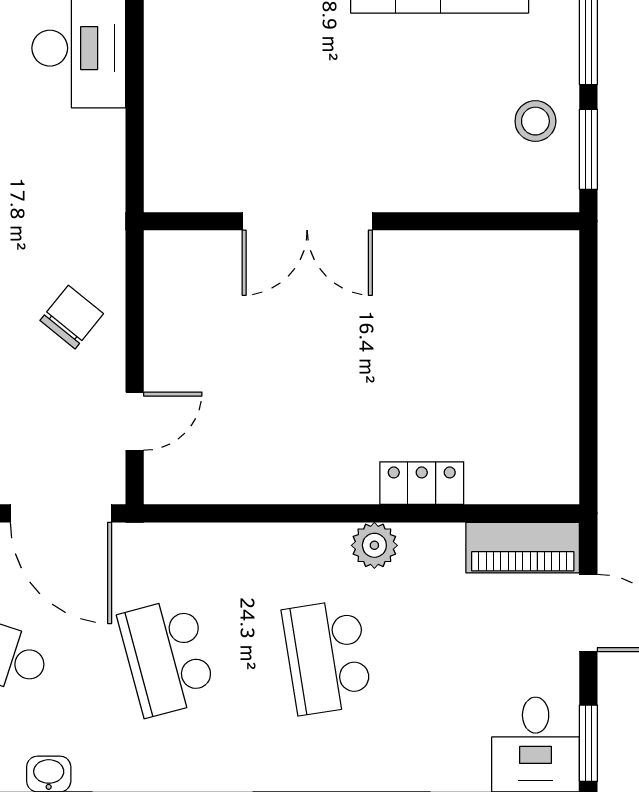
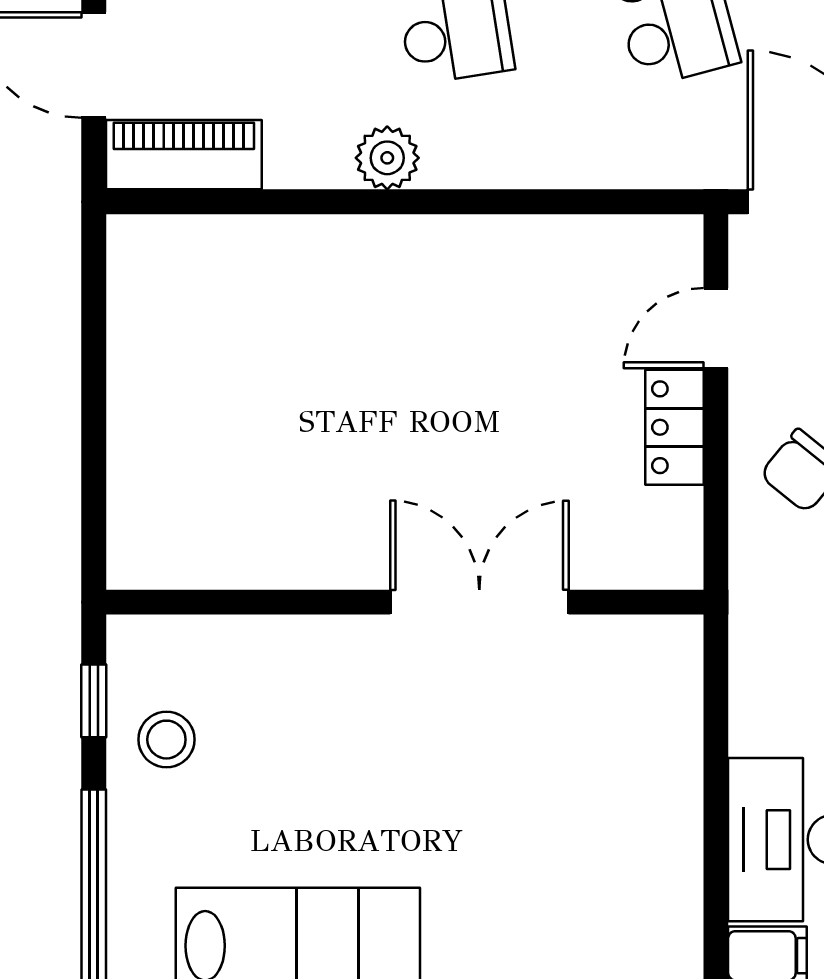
window: (588, 149) -> (94, 701), width x0.67
locker: (422, 483) -> (674, 427), moved, turned 90

